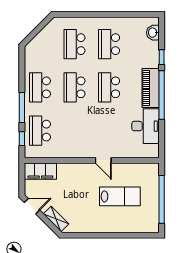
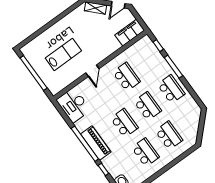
desk: (145, 126) -> (73, 105), moved
school desk: (40, 131) -> (126, 77), moved
door: (103, 160) -> (92, 71), swing flipped
lab bench: (120, 196) -> (63, 54), turned 180

